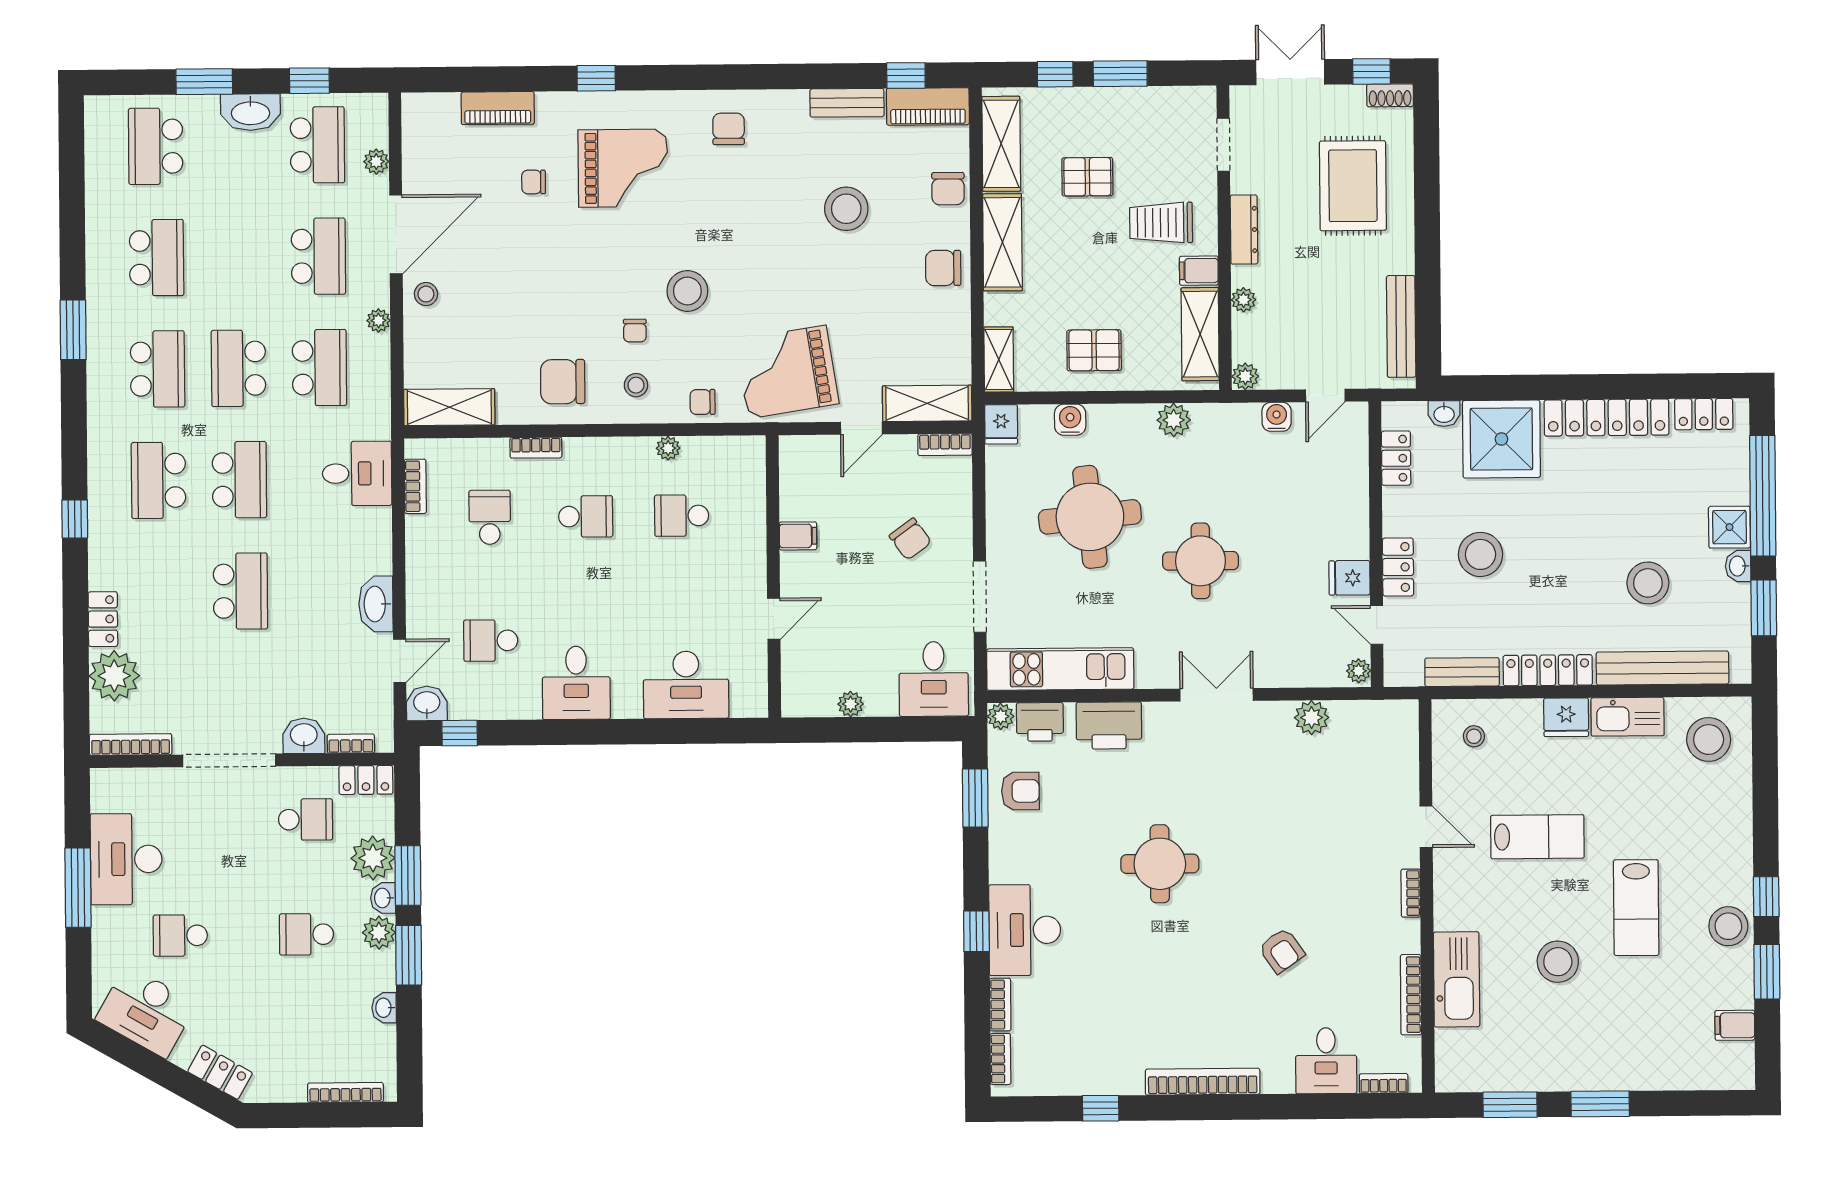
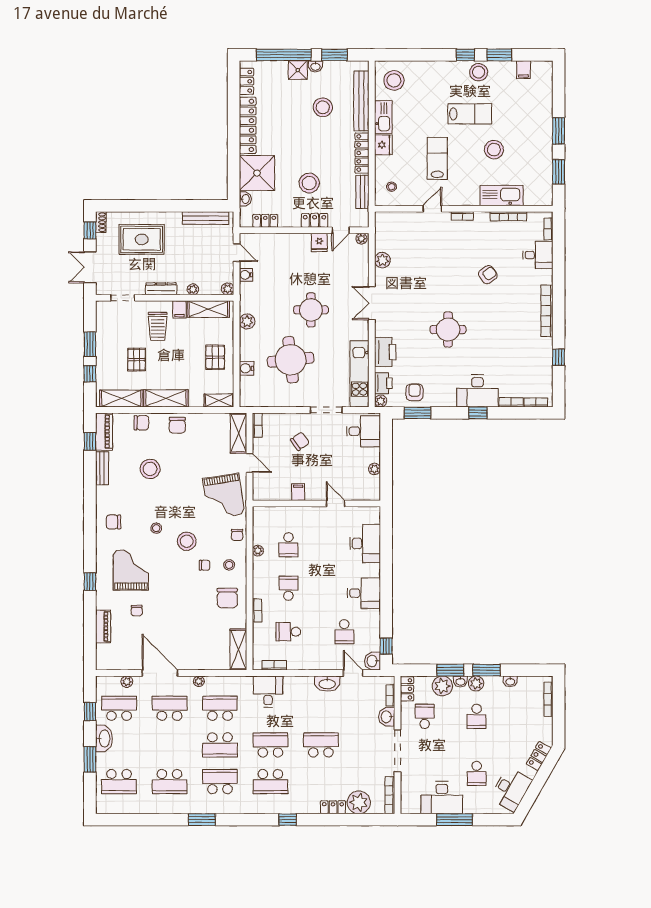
school desk: (157, 258) -> (170, 782), turned 180
stool: (426, 294) -> (156, 528), moved
fridge: (1001, 424) -> (248, 400), removed

